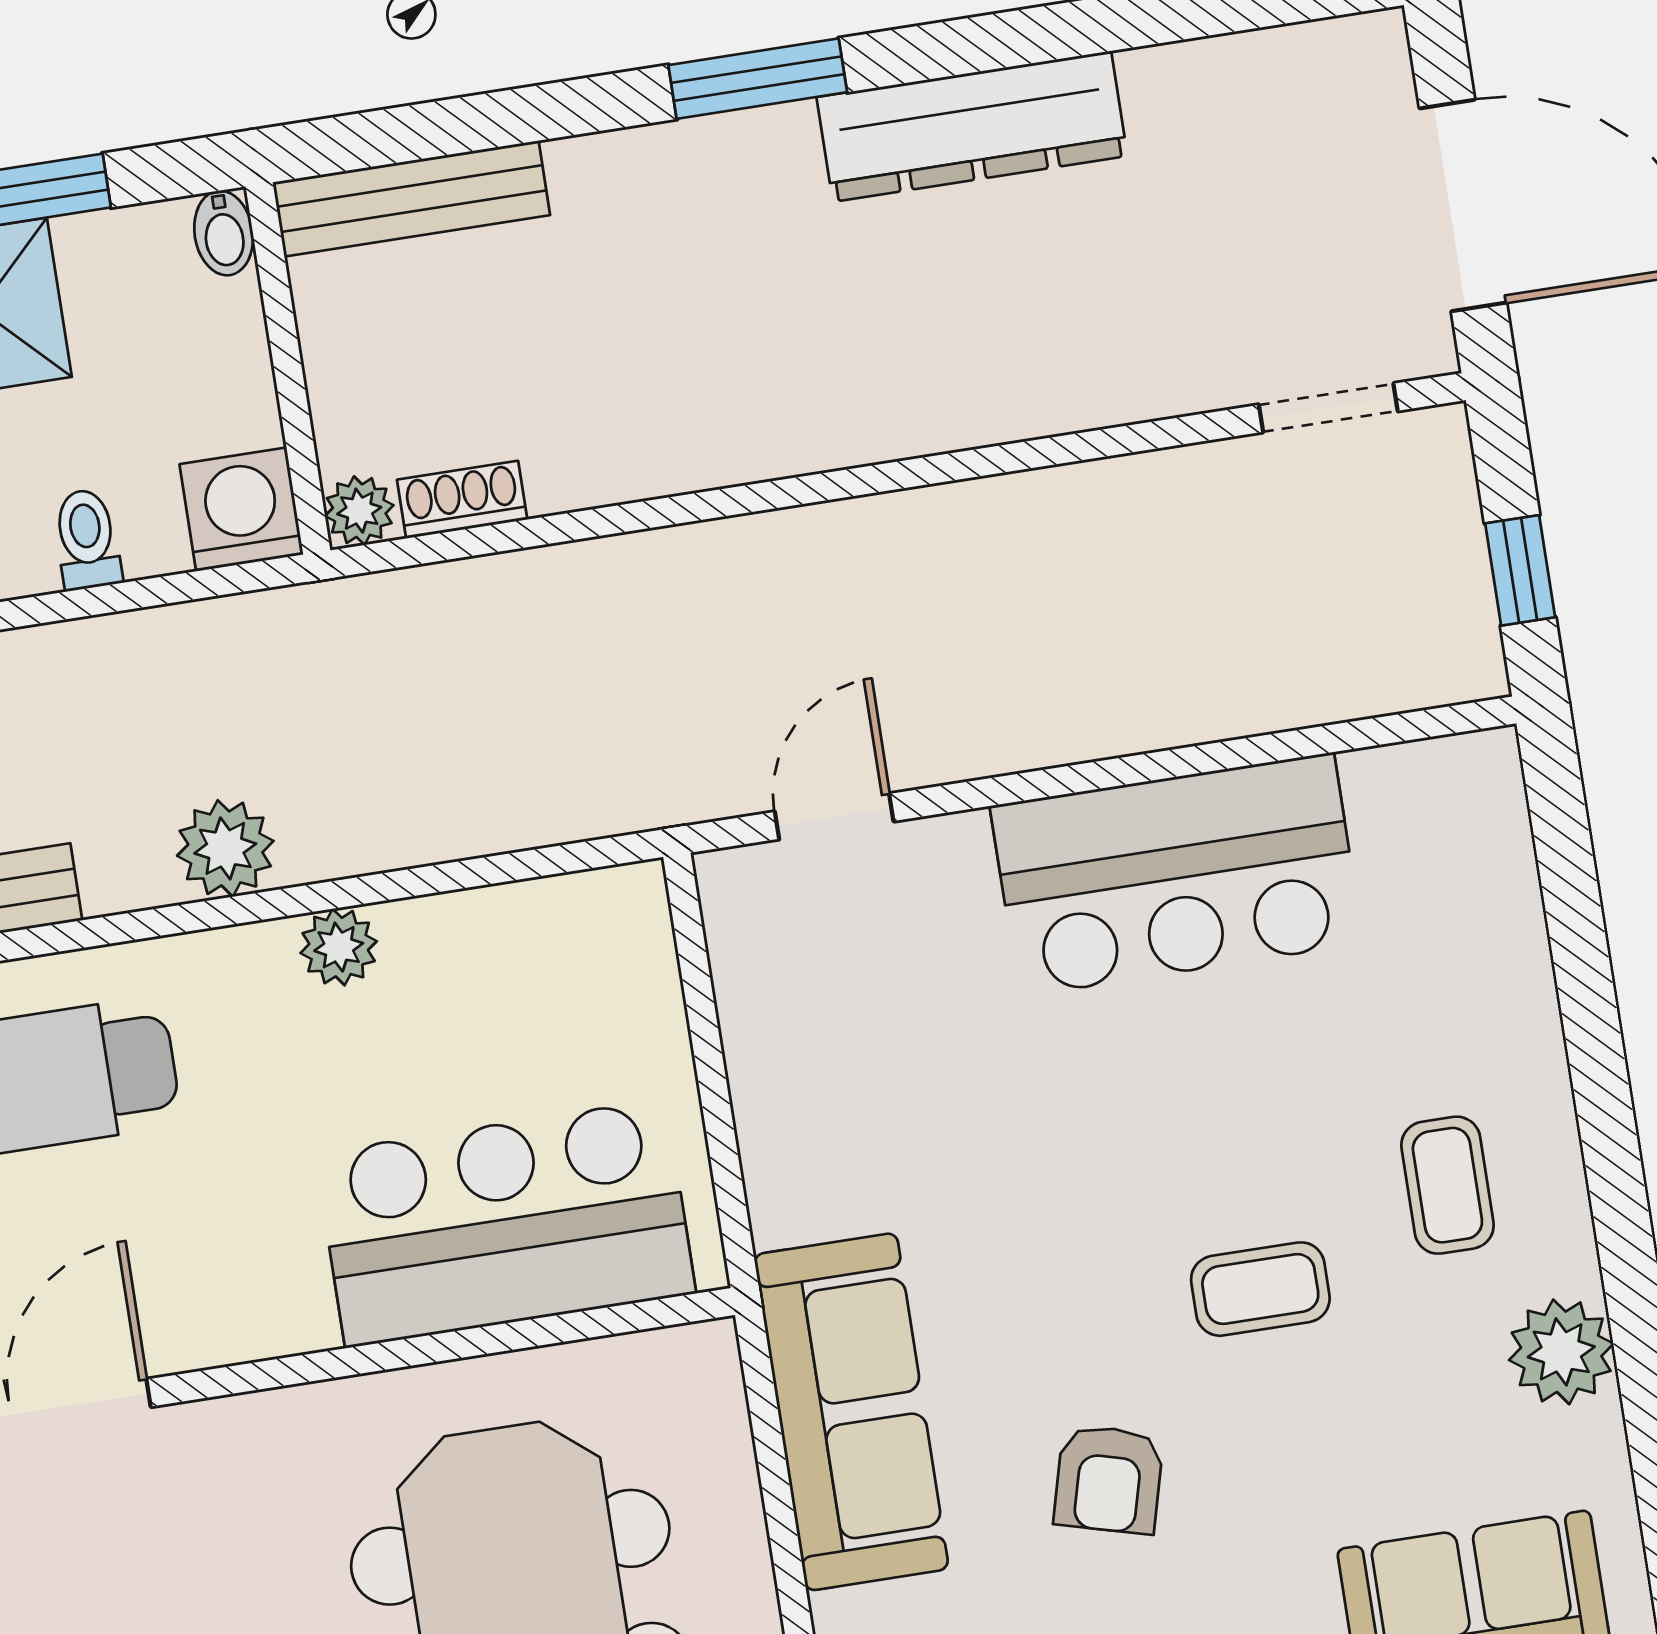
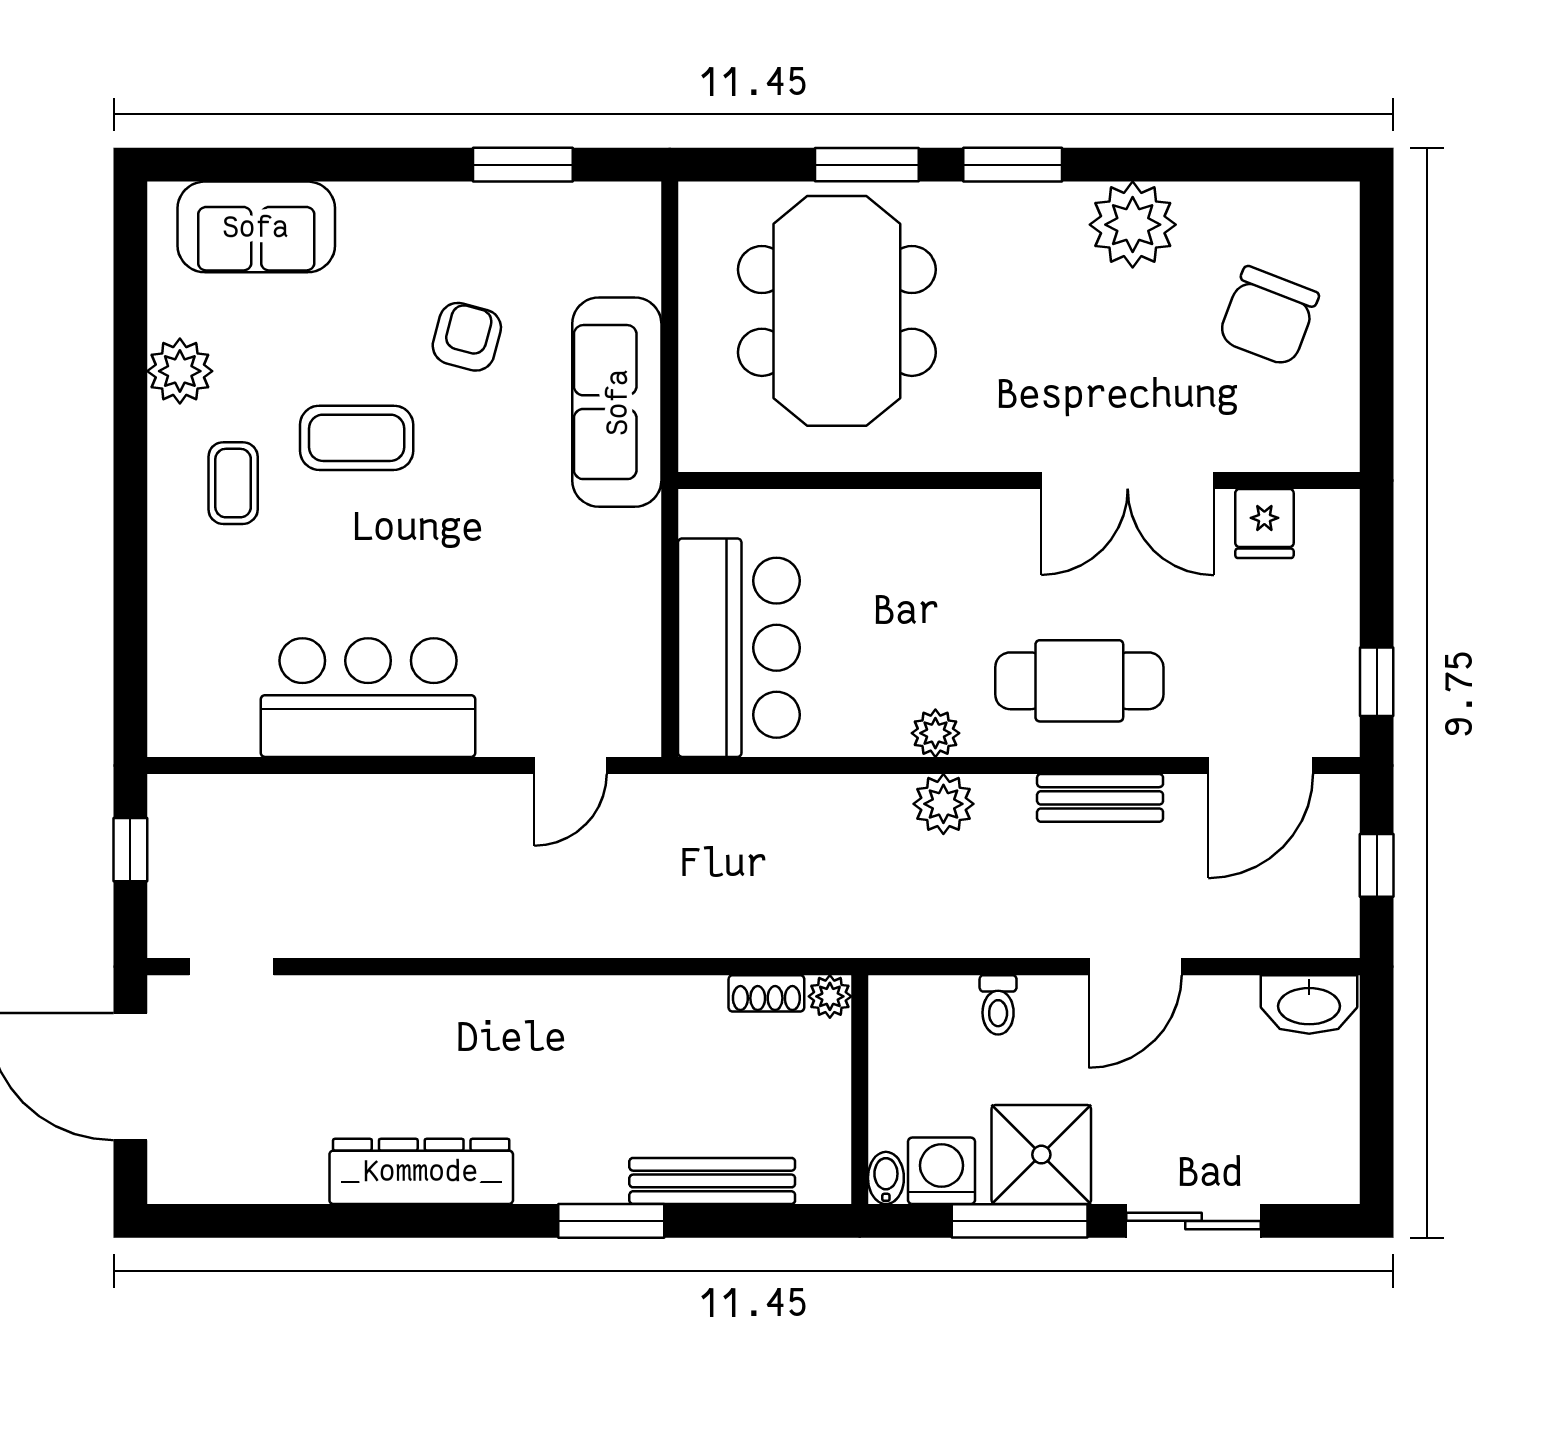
window: (758, 79) -> (611, 1221), moved
bench: (411, 199) -> (712, 1181), moved
washing machine: (241, 509) -> (942, 1171), moved, turned 180
plant: (339, 947) -> (935, 733), moved
bar counter: (505, 1223) -> (739, 648), moved, turned -90
coffee table: (1260, 1289) -> (357, 438), width x1.36, depth x1.30

